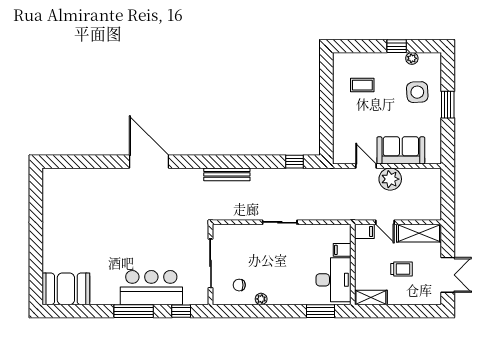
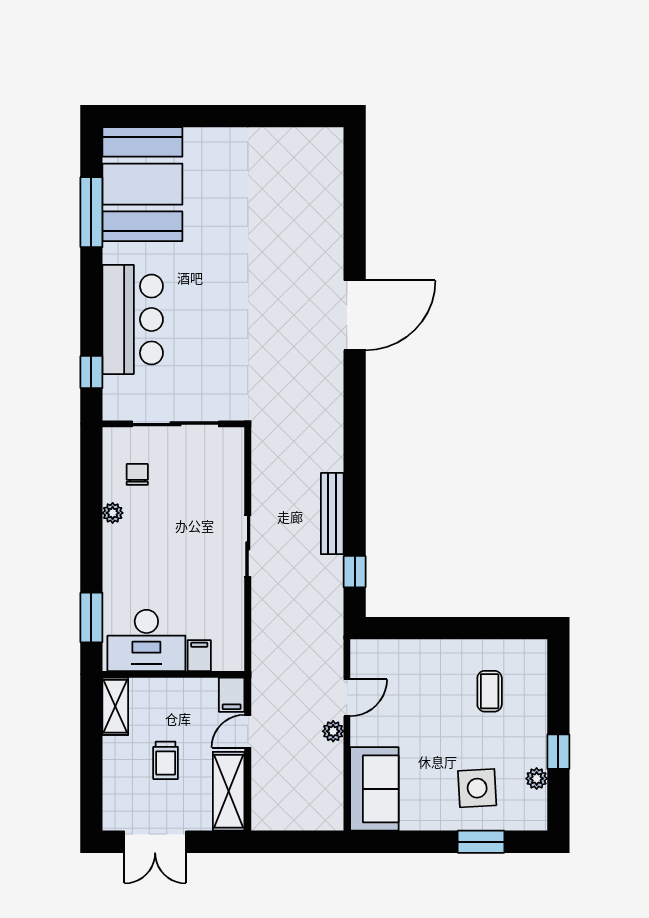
window: (448, 105) -> (481, 842), moved
sofa: (401, 150) -> (374, 789), moved
bench: (227, 174) -> (332, 514), moved
plant: (390, 179) -> (333, 731), width x0.53, depth x0.53
booth: (66, 289) -> (142, 184), width x1.36, depth x1.42
window: (134, 311) -> (91, 212), moved

